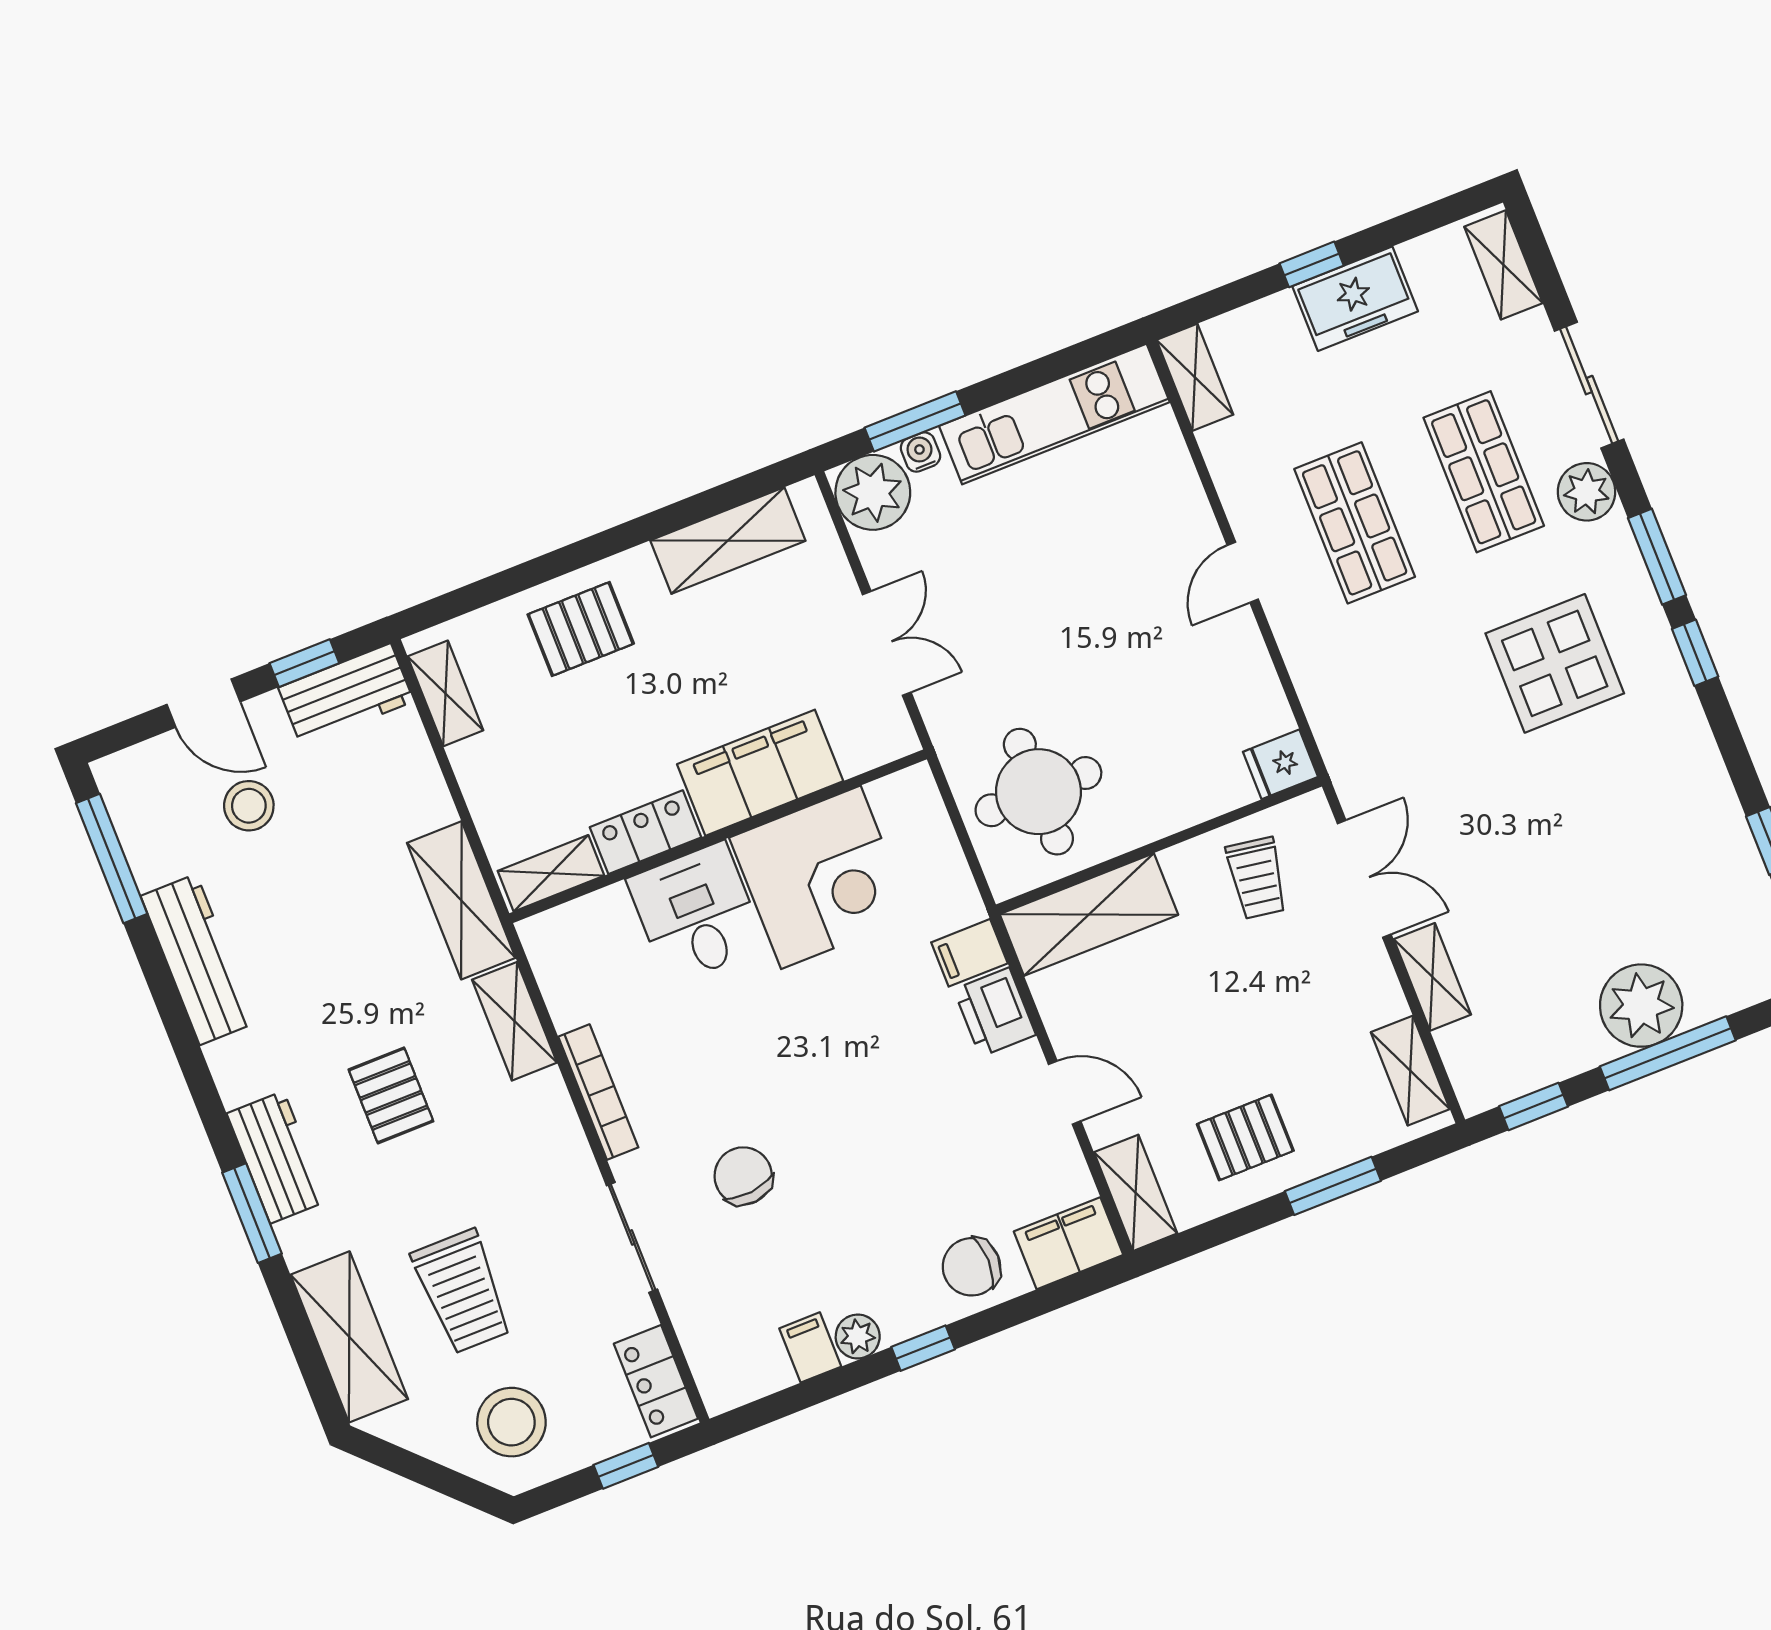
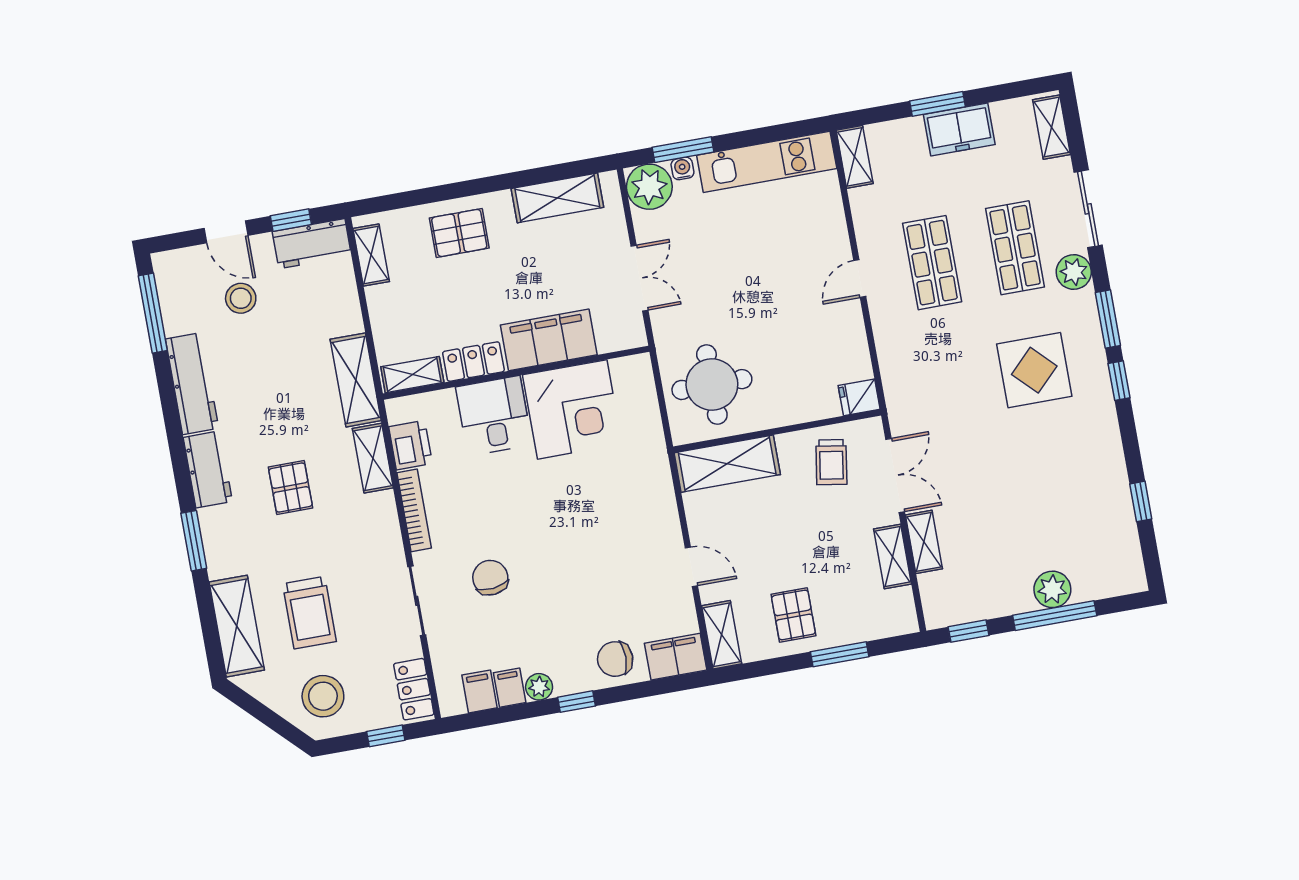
window: (1312, 264) -> (938, 104), width x1.50
filing cabinet: (969, 953) -> (480, 691), moved, turned 90
plant: (1641, 1006) -> (1052, 589), width x0.73, depth x0.73
printer: (995, 1012) -> (411, 445), moved, turned 180
shelving: (1410, 1071) -> (893, 556), moved
pallet: (1245, 1137) -> (793, 615), turned 90
workbench: (277, 1157) -> (208, 469), moved

